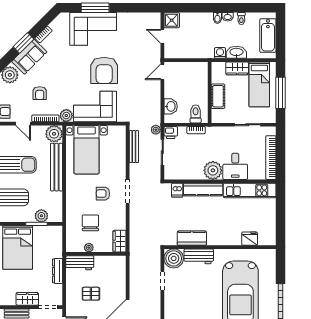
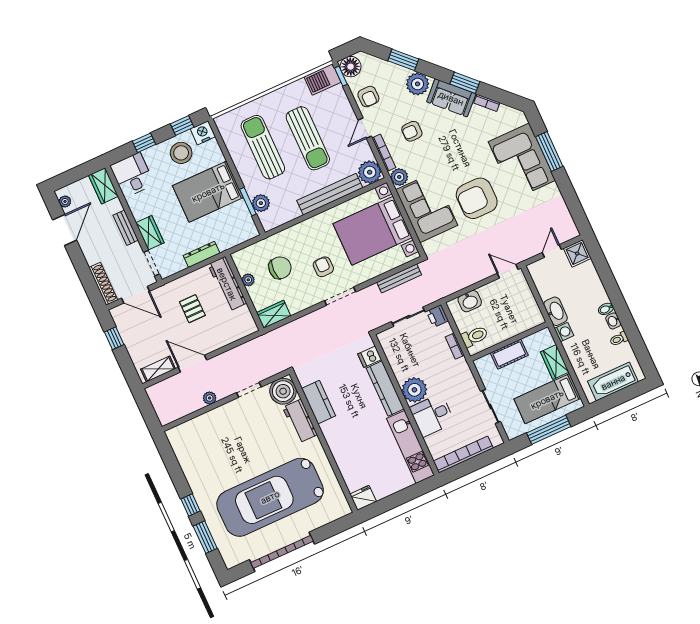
washbasin: (236, 52) -> (556, 311), moved
plant: (156, 130) -> (210, 398), moved
bed with nightstands: (87, 150) -> (373, 231), width x1.36
fridge: (250, 239) -> (363, 498), moved, turned -90
workbench: (80, 263) -> (227, 284), width x1.38

